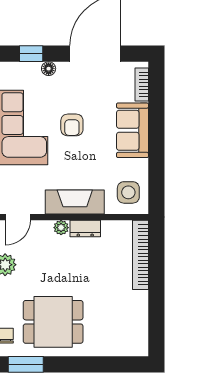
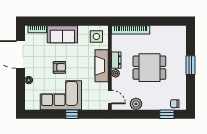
window: (31, 54) -> (20, 90), removed
dining table: (53, 322) -> (149, 68), moved, turned 90
window: (26, 364) -> (190, 65), moved

